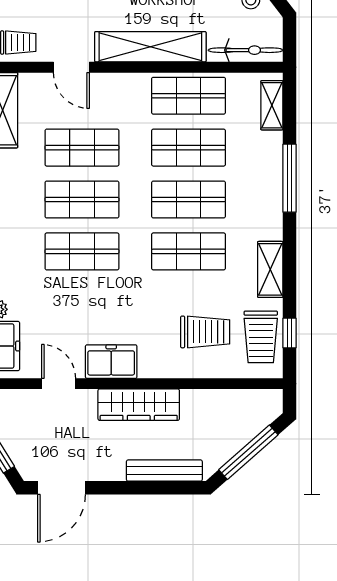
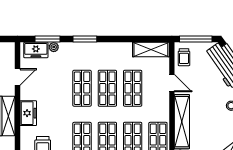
door: (71, 67) -> (172, 83), swing flipped
freezer: (111, 362) -> (28, 113), moved

